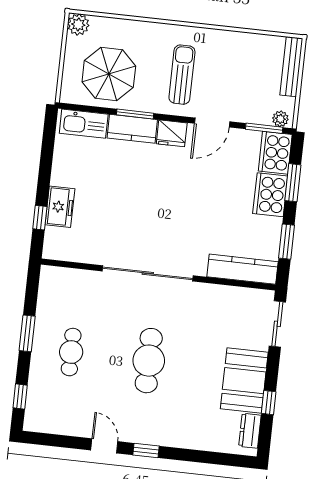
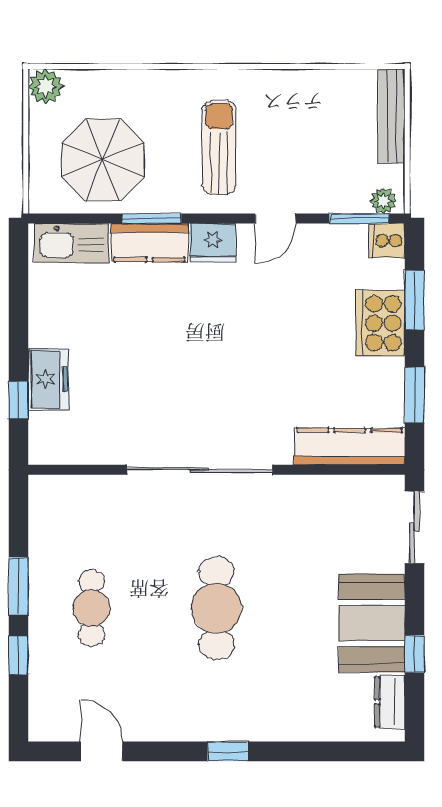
door: (212, 122) -> (276, 219), width x0.73
cooker: (275, 153) -> (387, 241), width x0.53, depth x0.76
window: (20, 396) -> (18, 655), moved
door: (104, 446) -> (102, 751), moved

